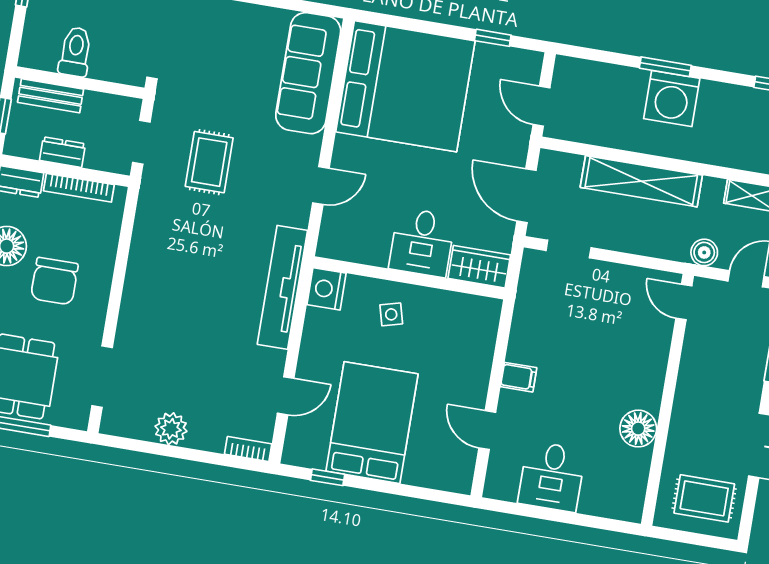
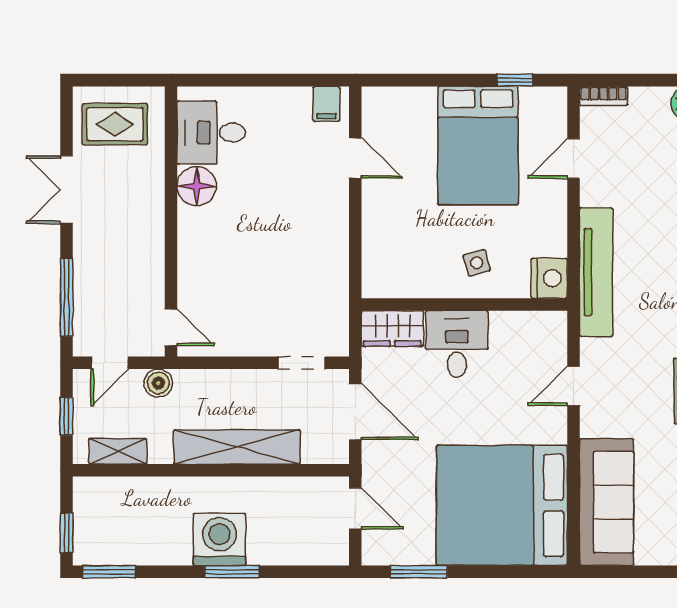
window: (493, 38) -> (419, 572), width x1.50
filing cabinet: (519, 377) -> (326, 104), moved, turned -90
desk: (552, 477) -> (211, 132), moved, turned -90

